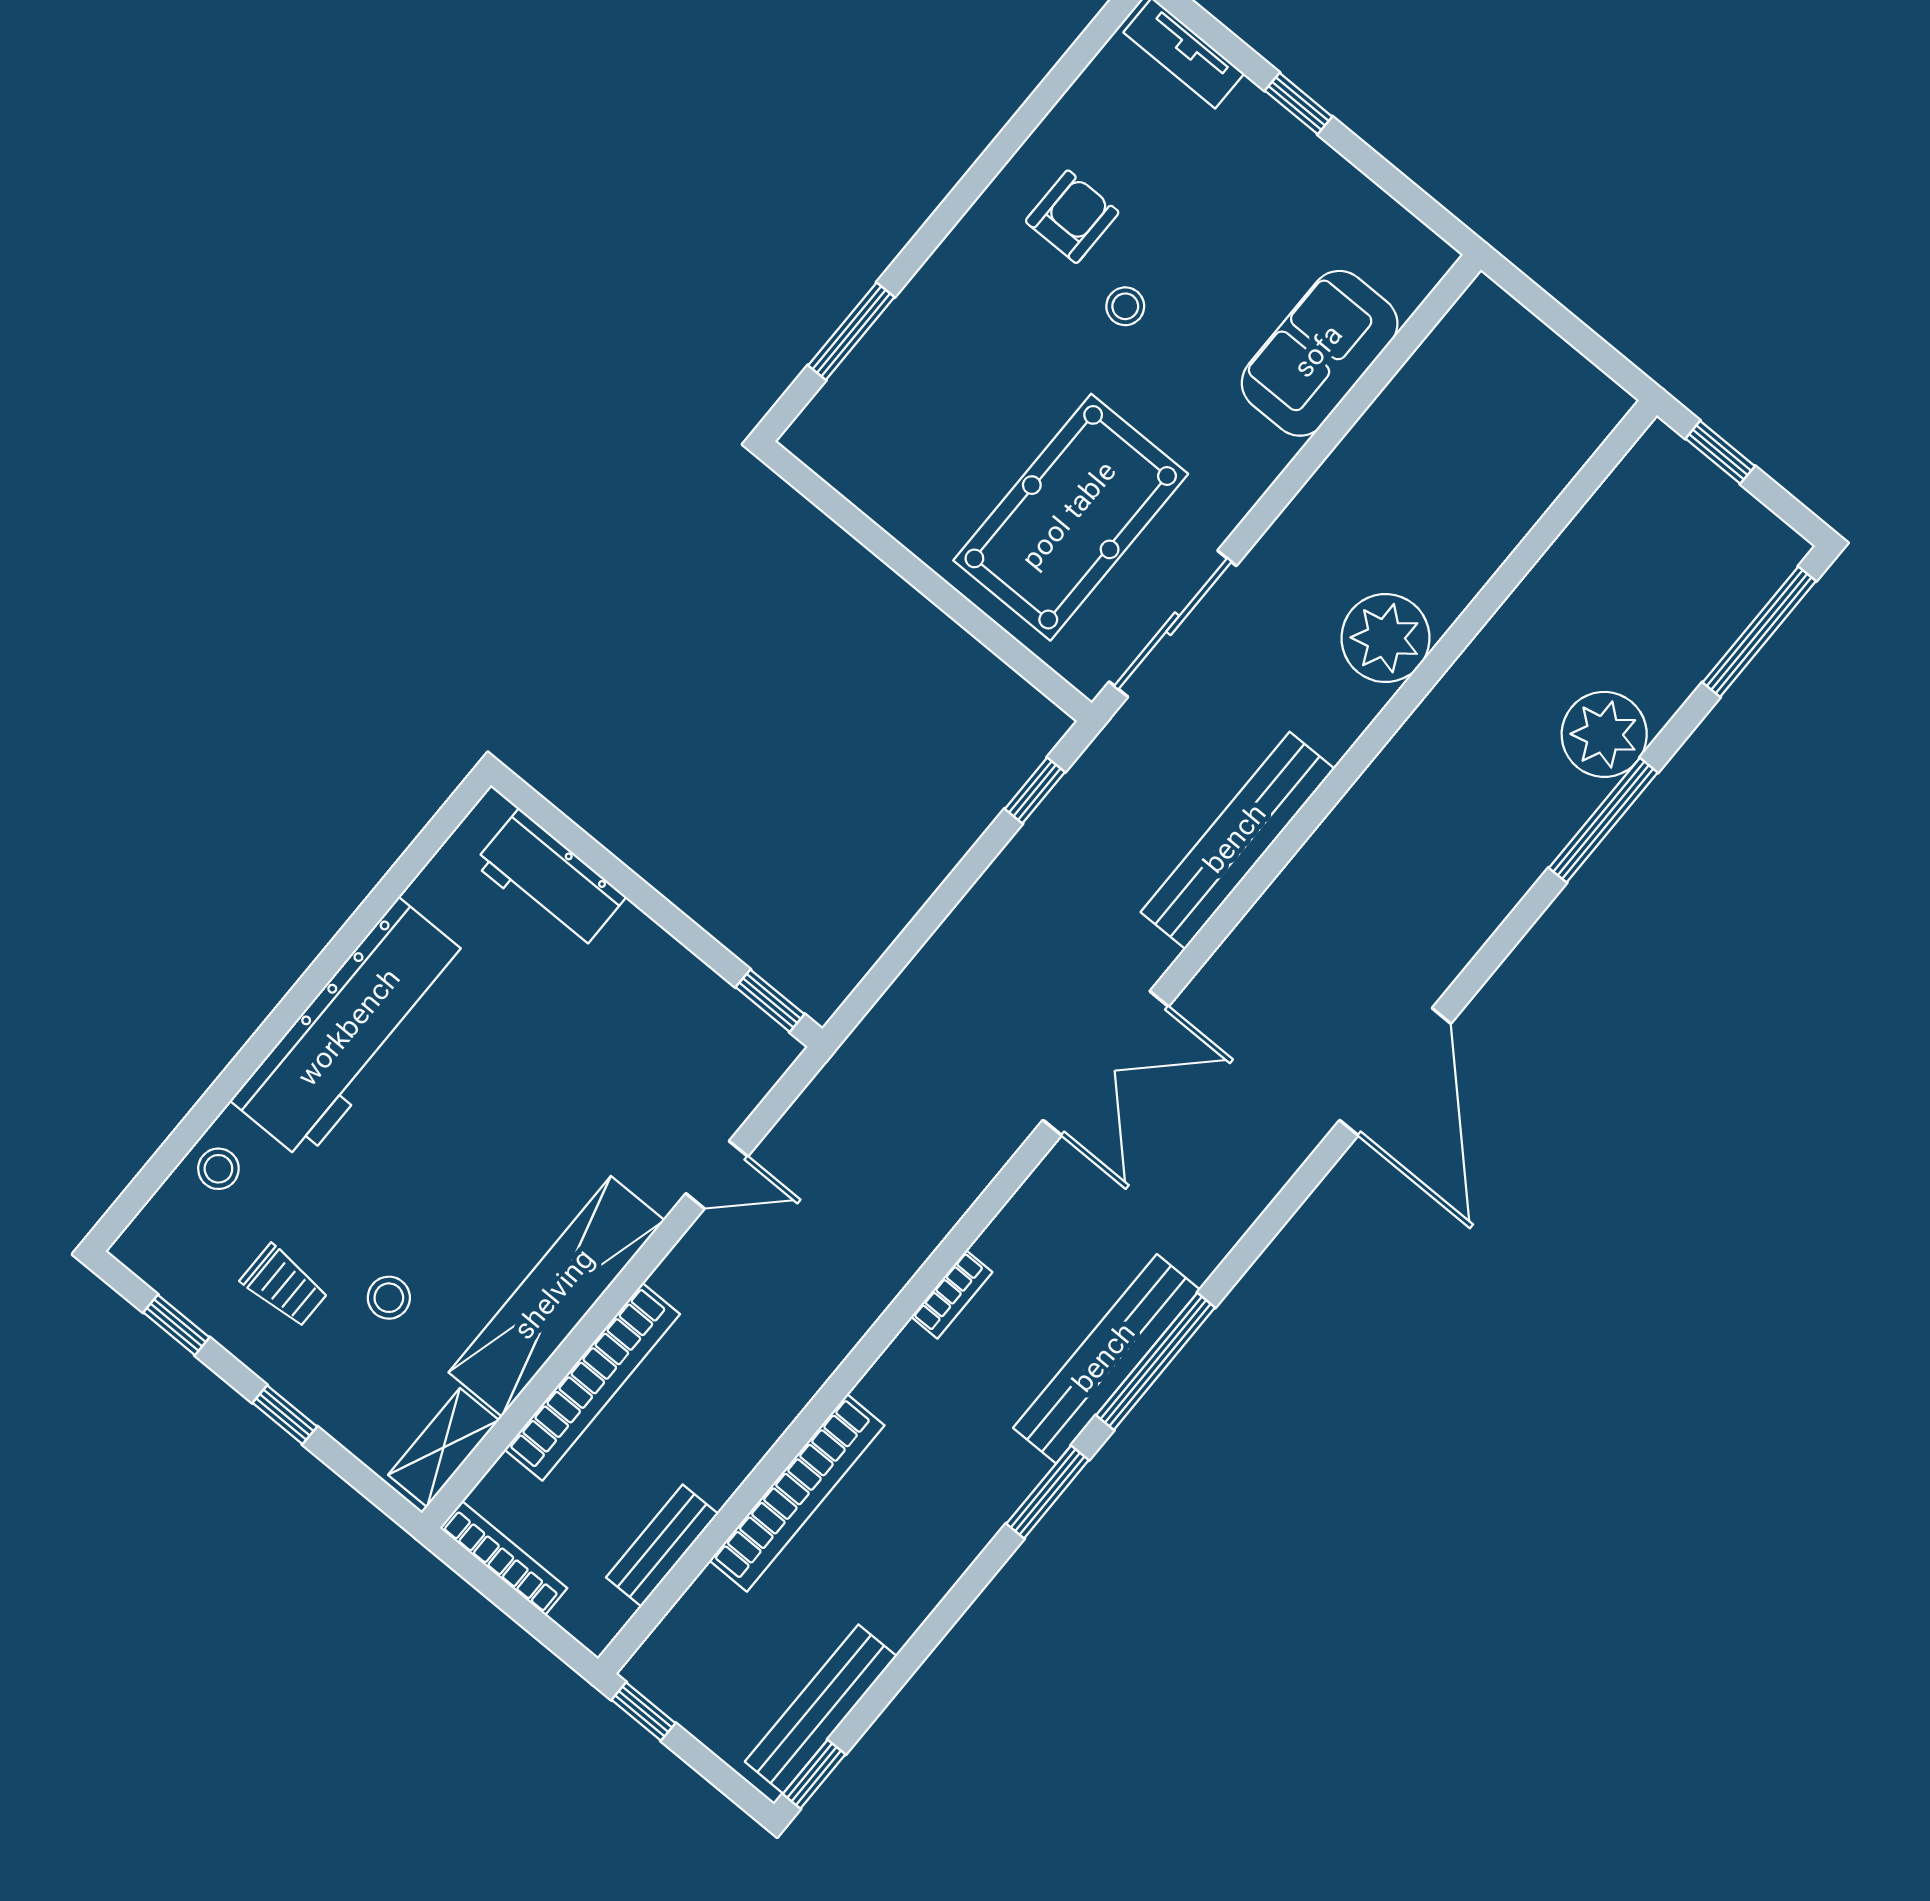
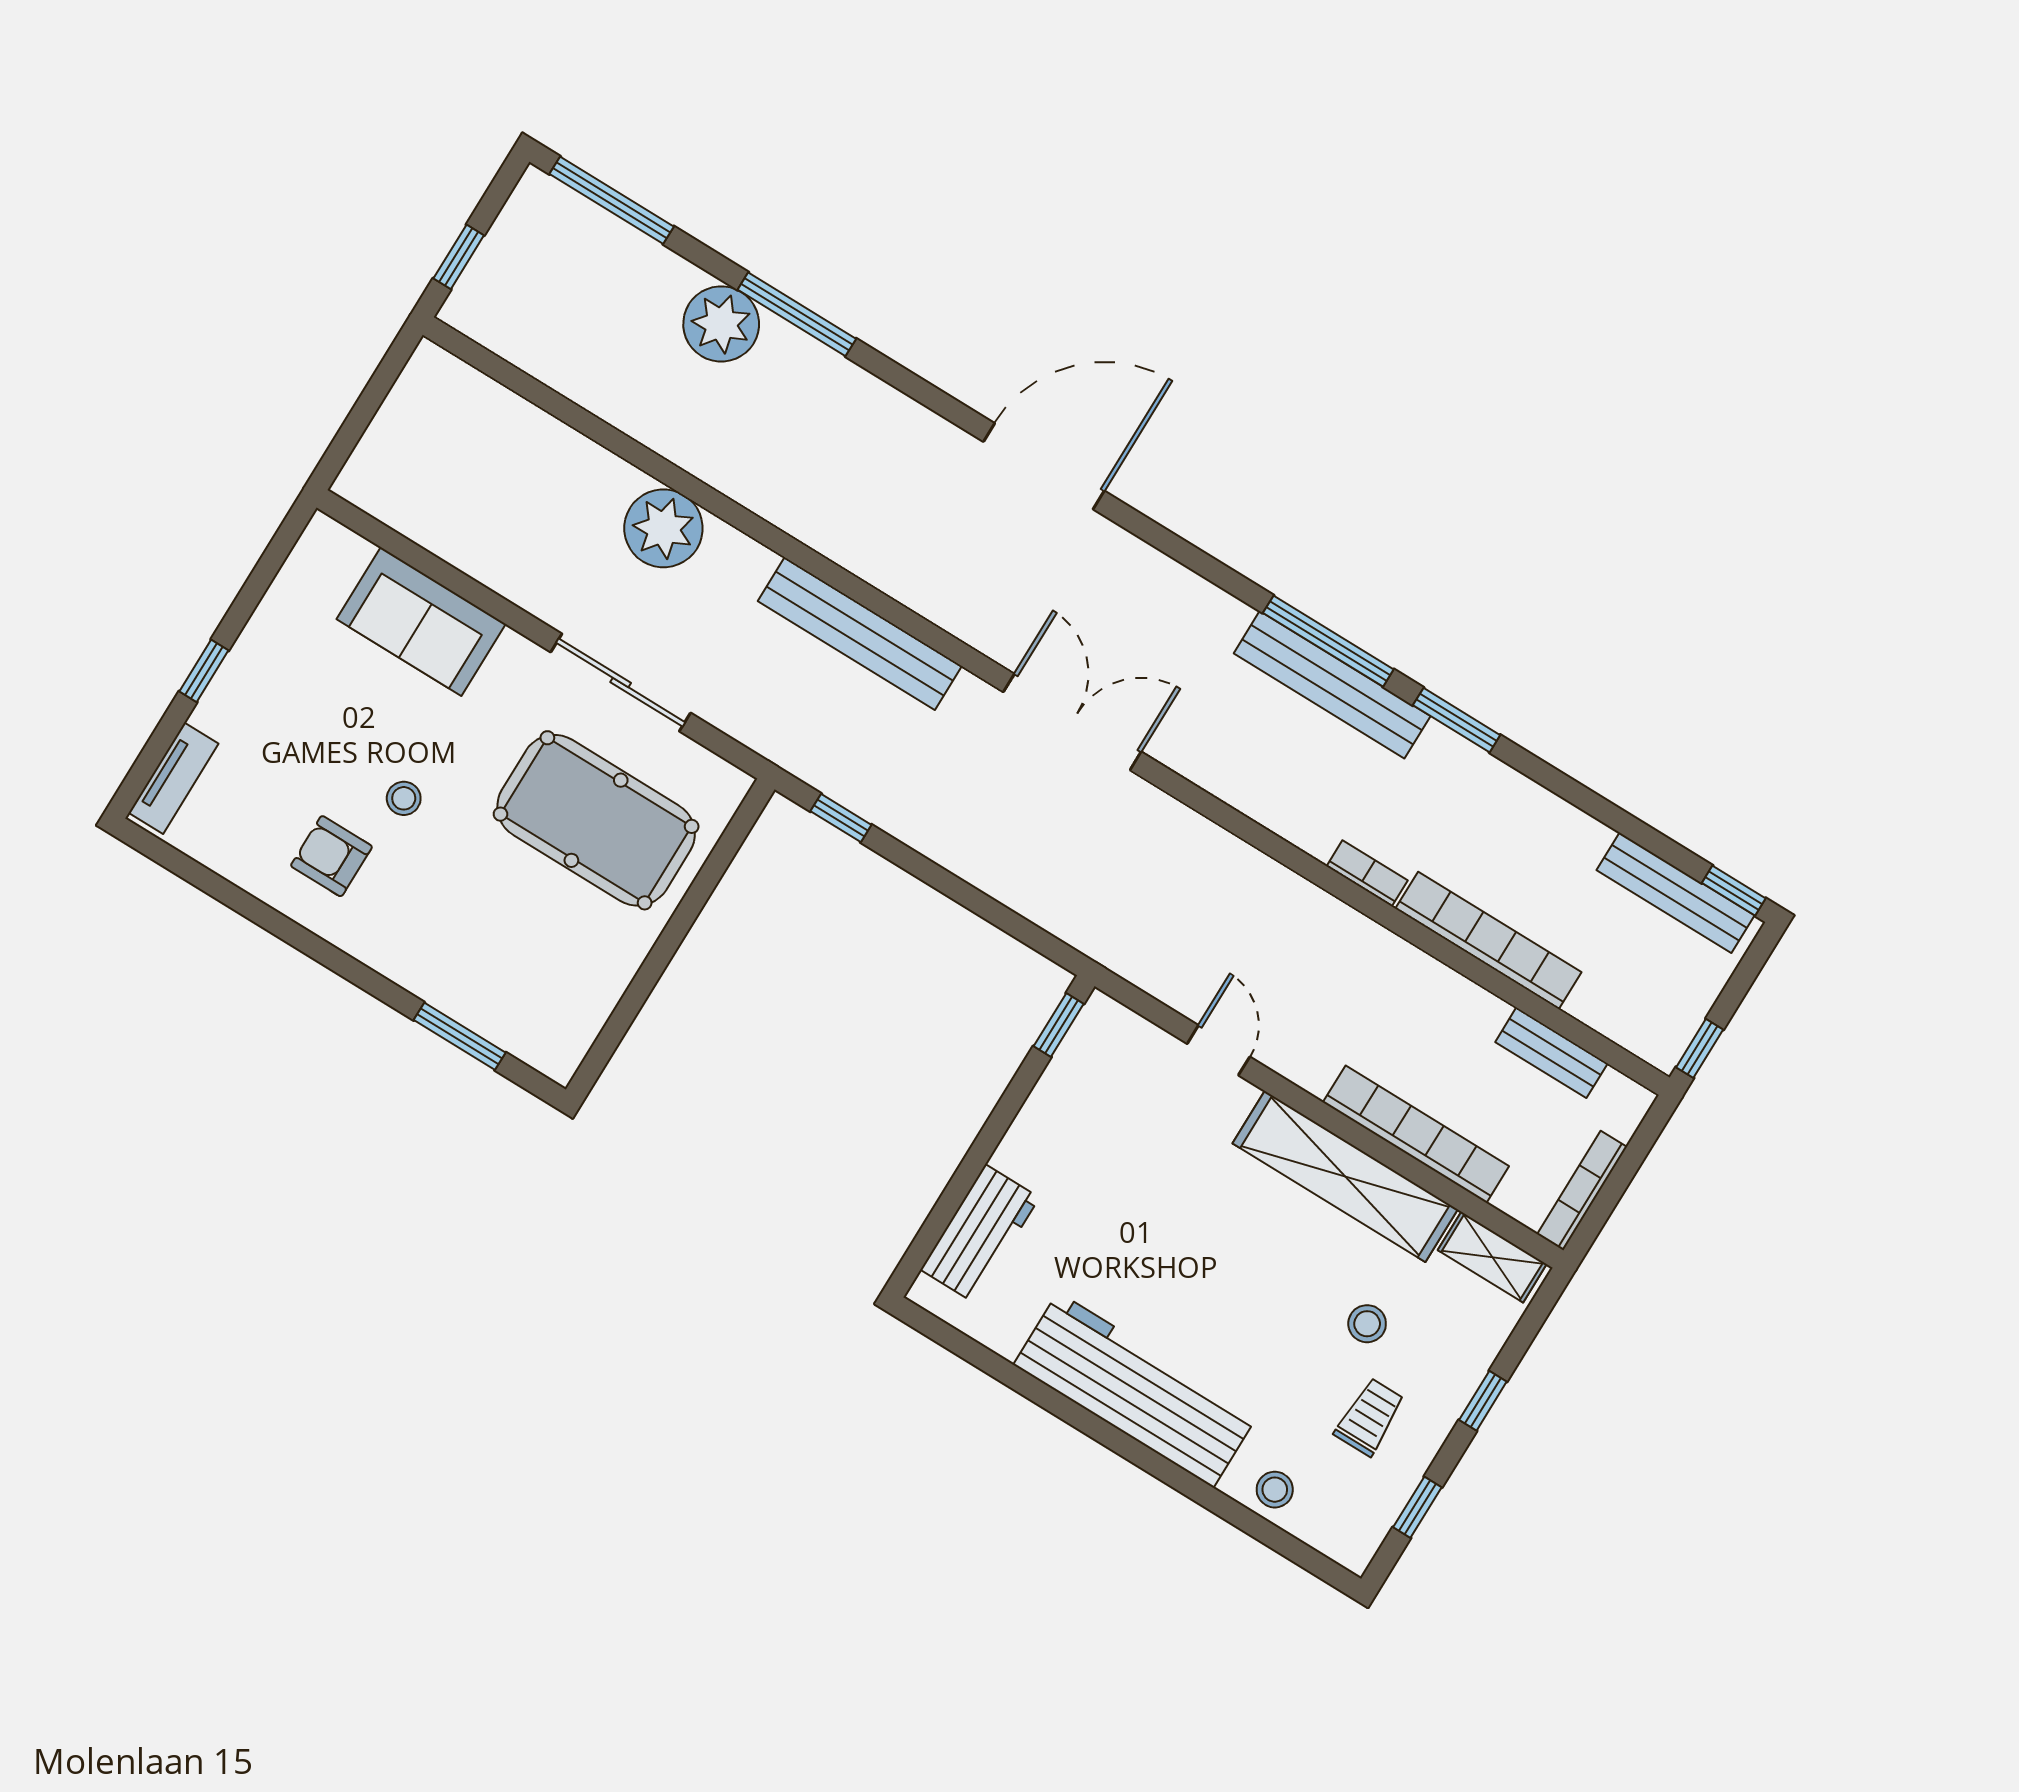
sliding door: (1173, 624) -> (621, 682), moved
bookcase: (952, 1294) -> (1367, 873), moved

